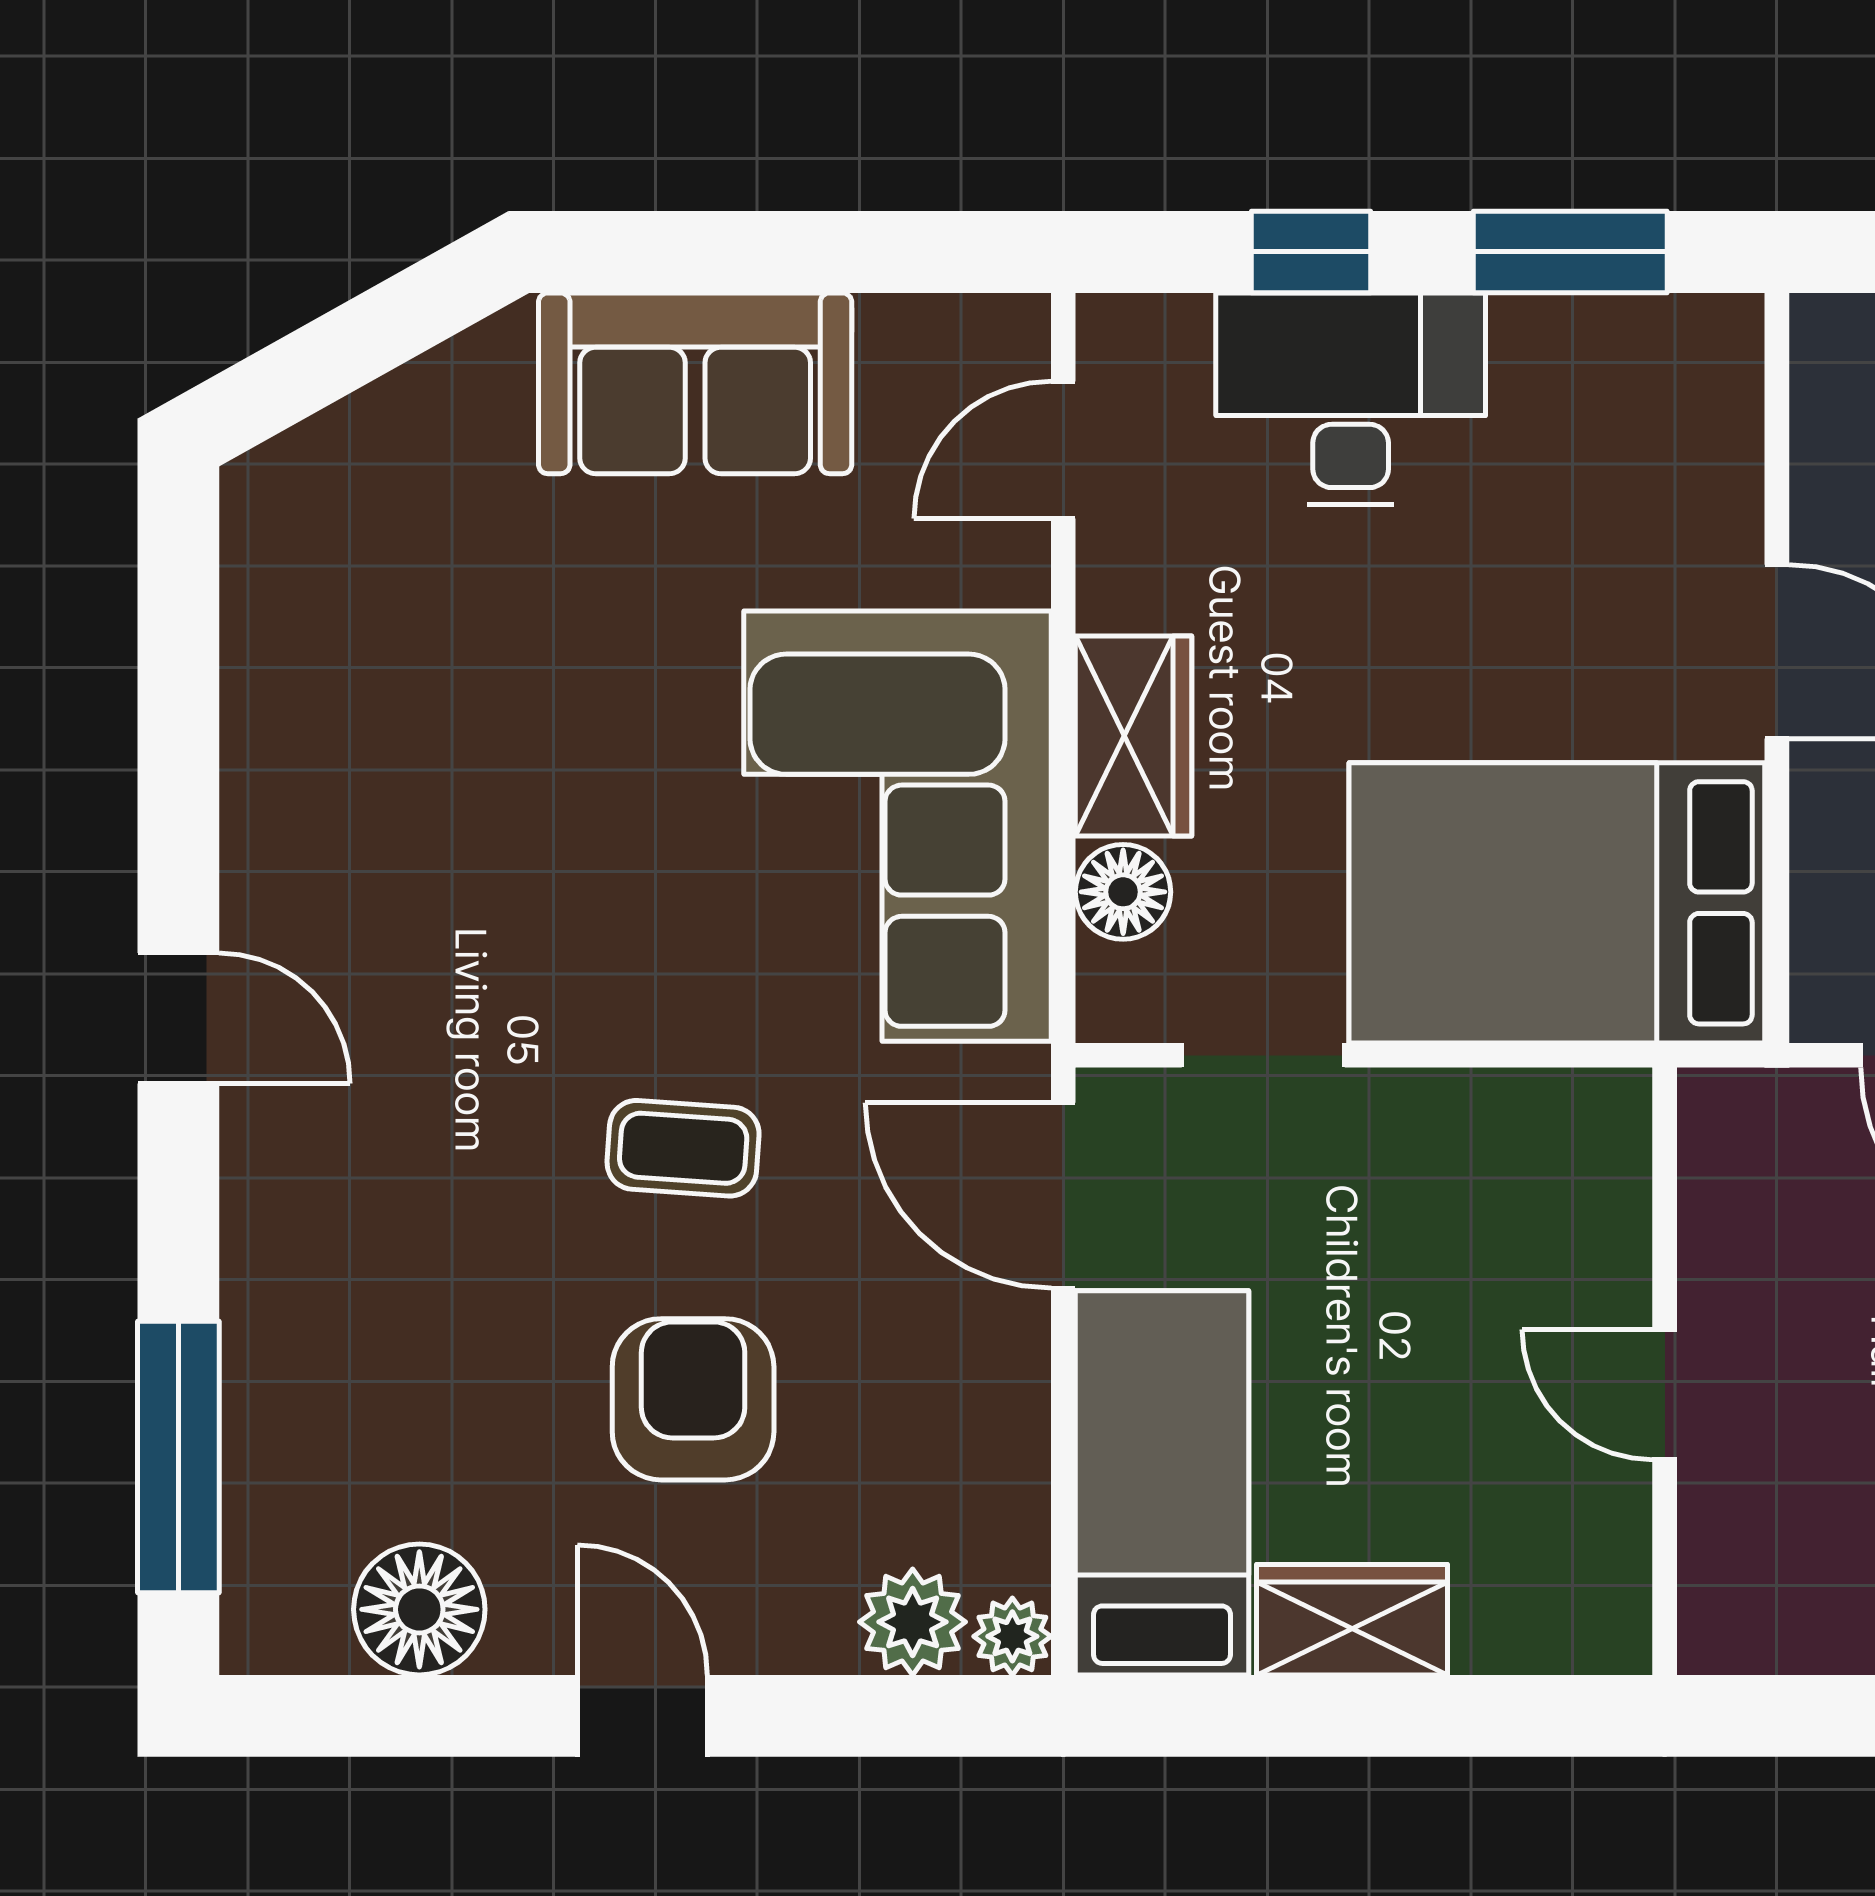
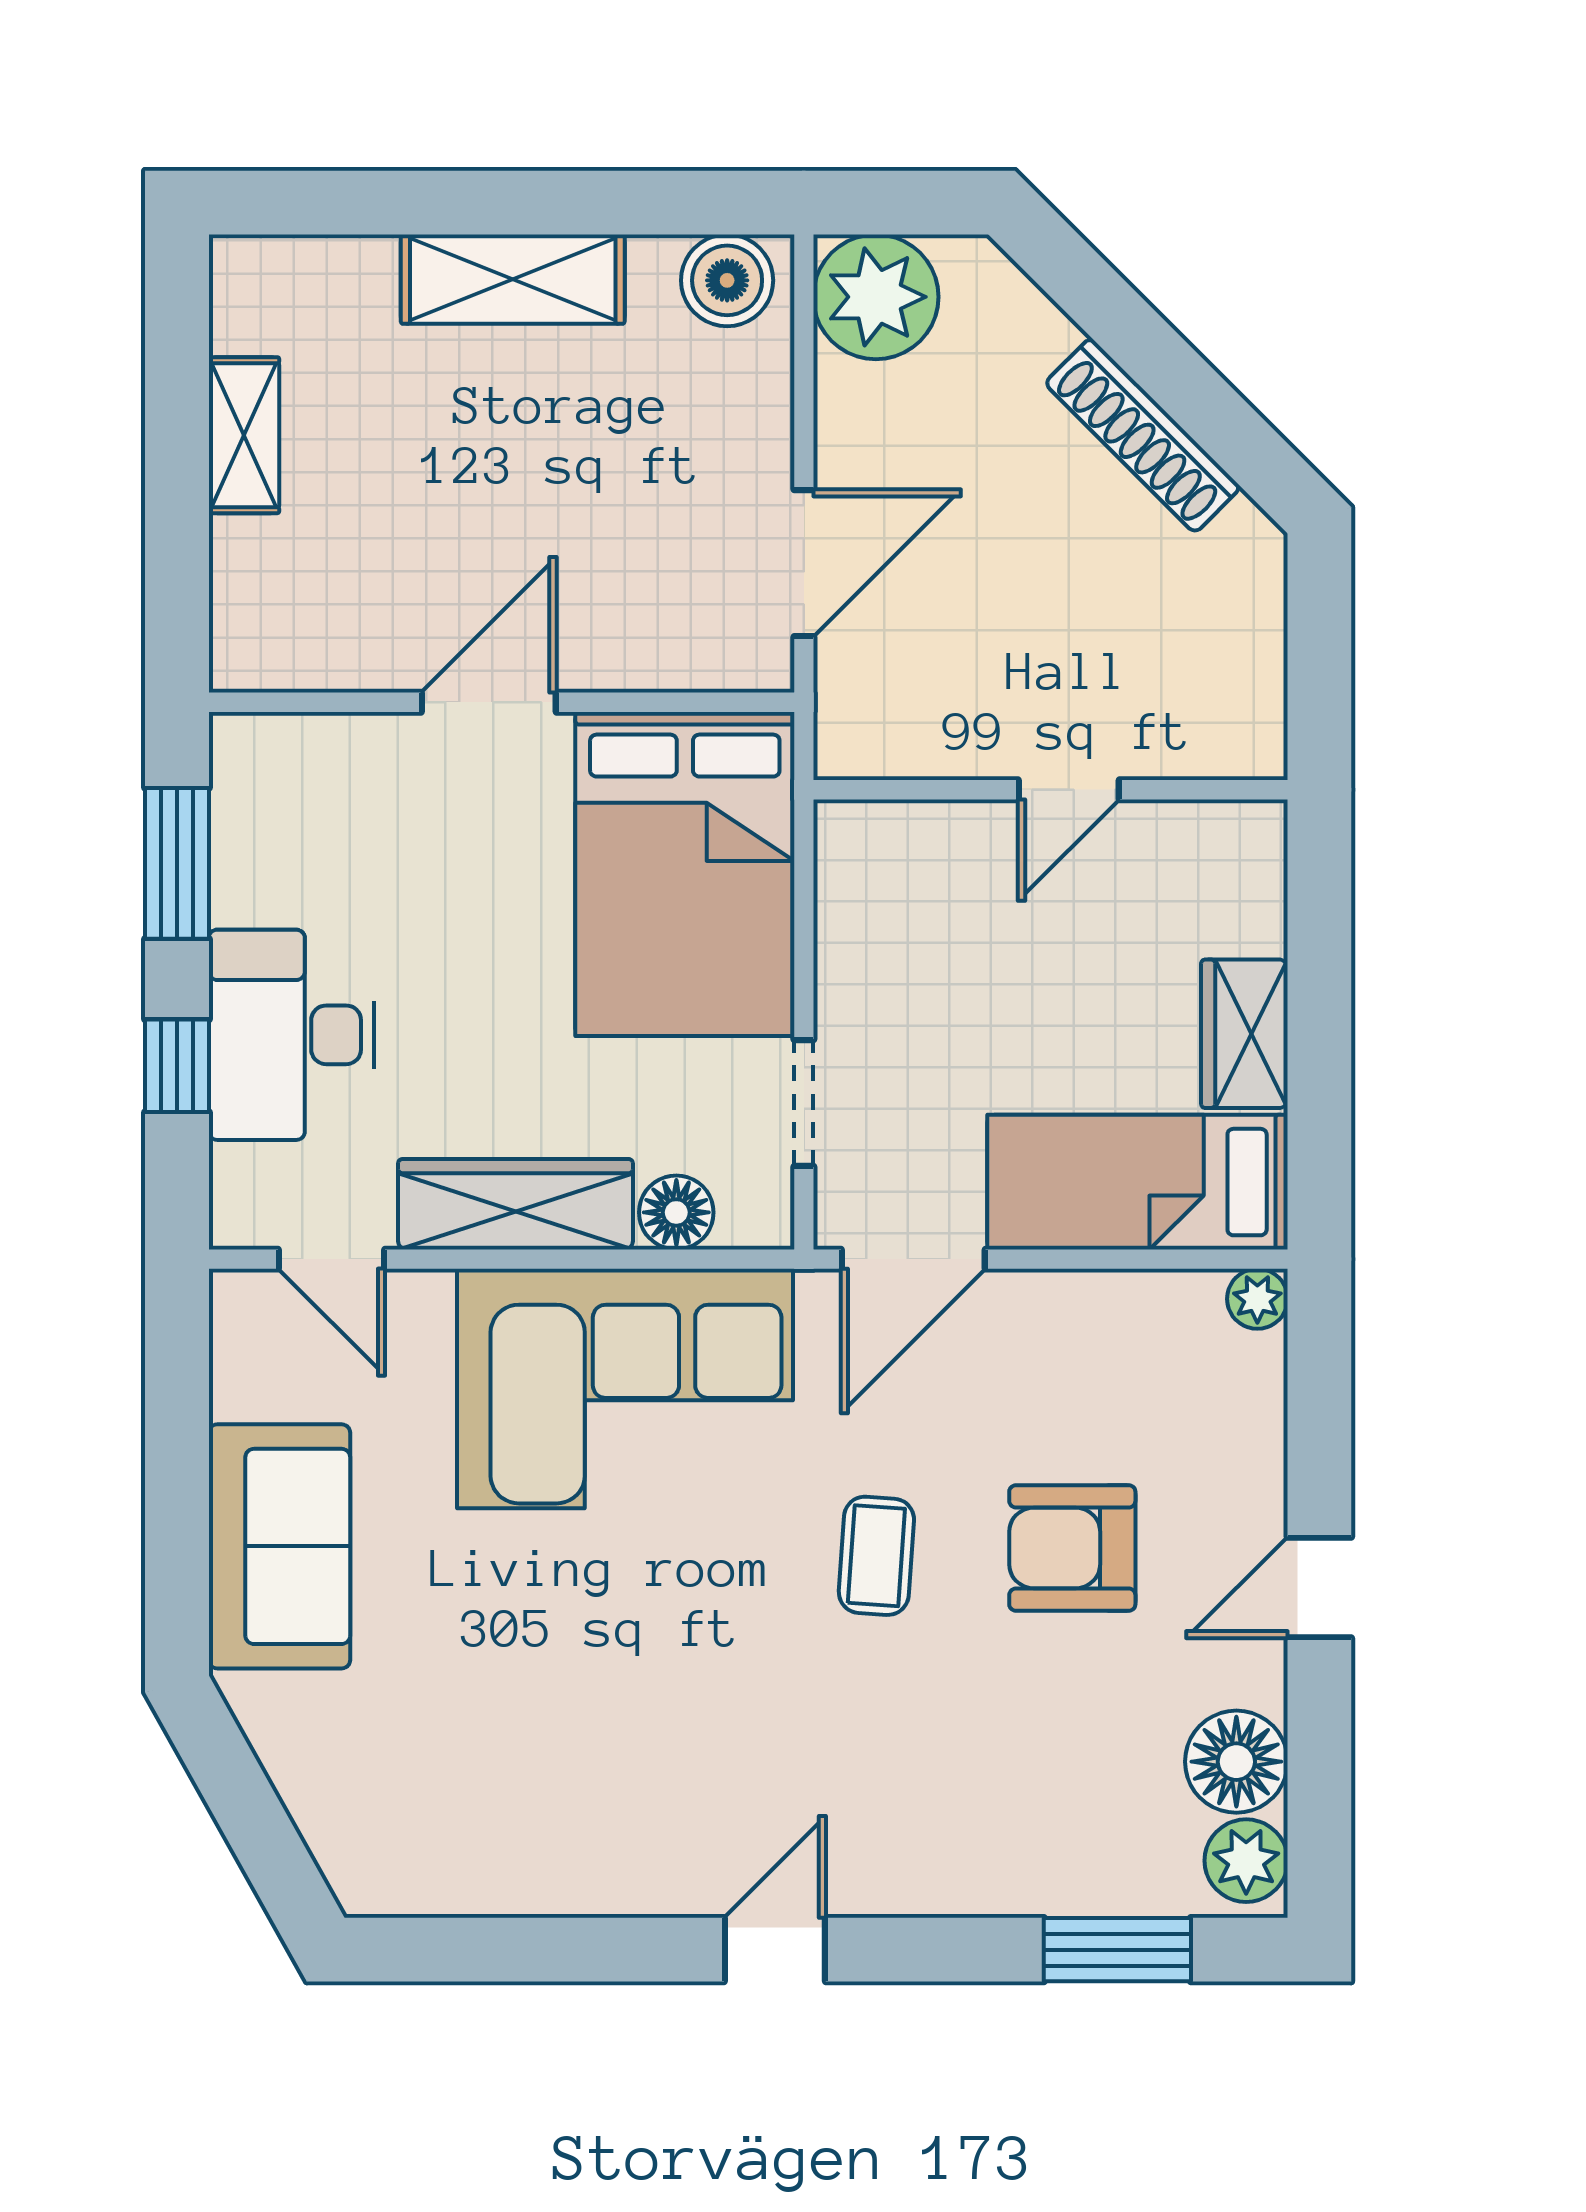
wardrobe: (1134, 736) -> (516, 1204), width x1.50
window: (178, 1457) -> (1117, 1950), width x0.69
plant: (913, 1622) -> (1246, 1861), moved

